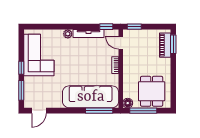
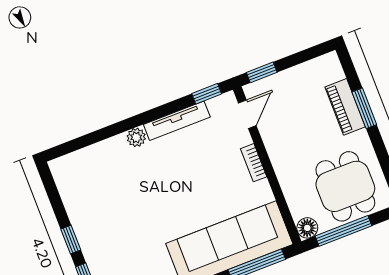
door: (121, 43) -> (247, 114), swing flipped
window: (173, 44) -> (364, 108), moved
piano: (165, 45) -> (345, 107), moved
corner sofa: (39, 55) -> (96, 201), removed

